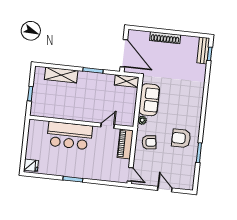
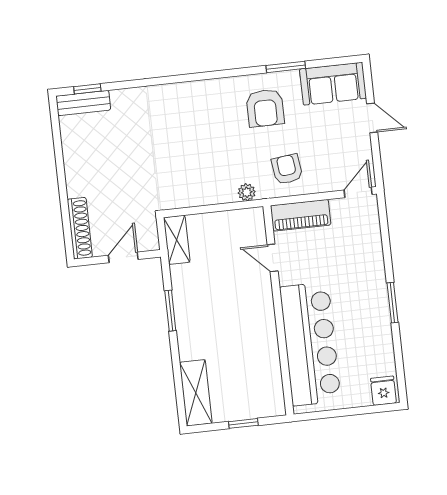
shoe rack: (165, 38) -> (80, 228), moved
door: (124, 53) -> (123, 257), width x0.53
shelving: (61, 75) -> (196, 393), moved
sofa: (149, 100) -> (333, 84), moved, turned 180
bar counter: (70, 136) -> (310, 344), width x1.36
door: (165, 189) -> (372, 118), swing flipped

